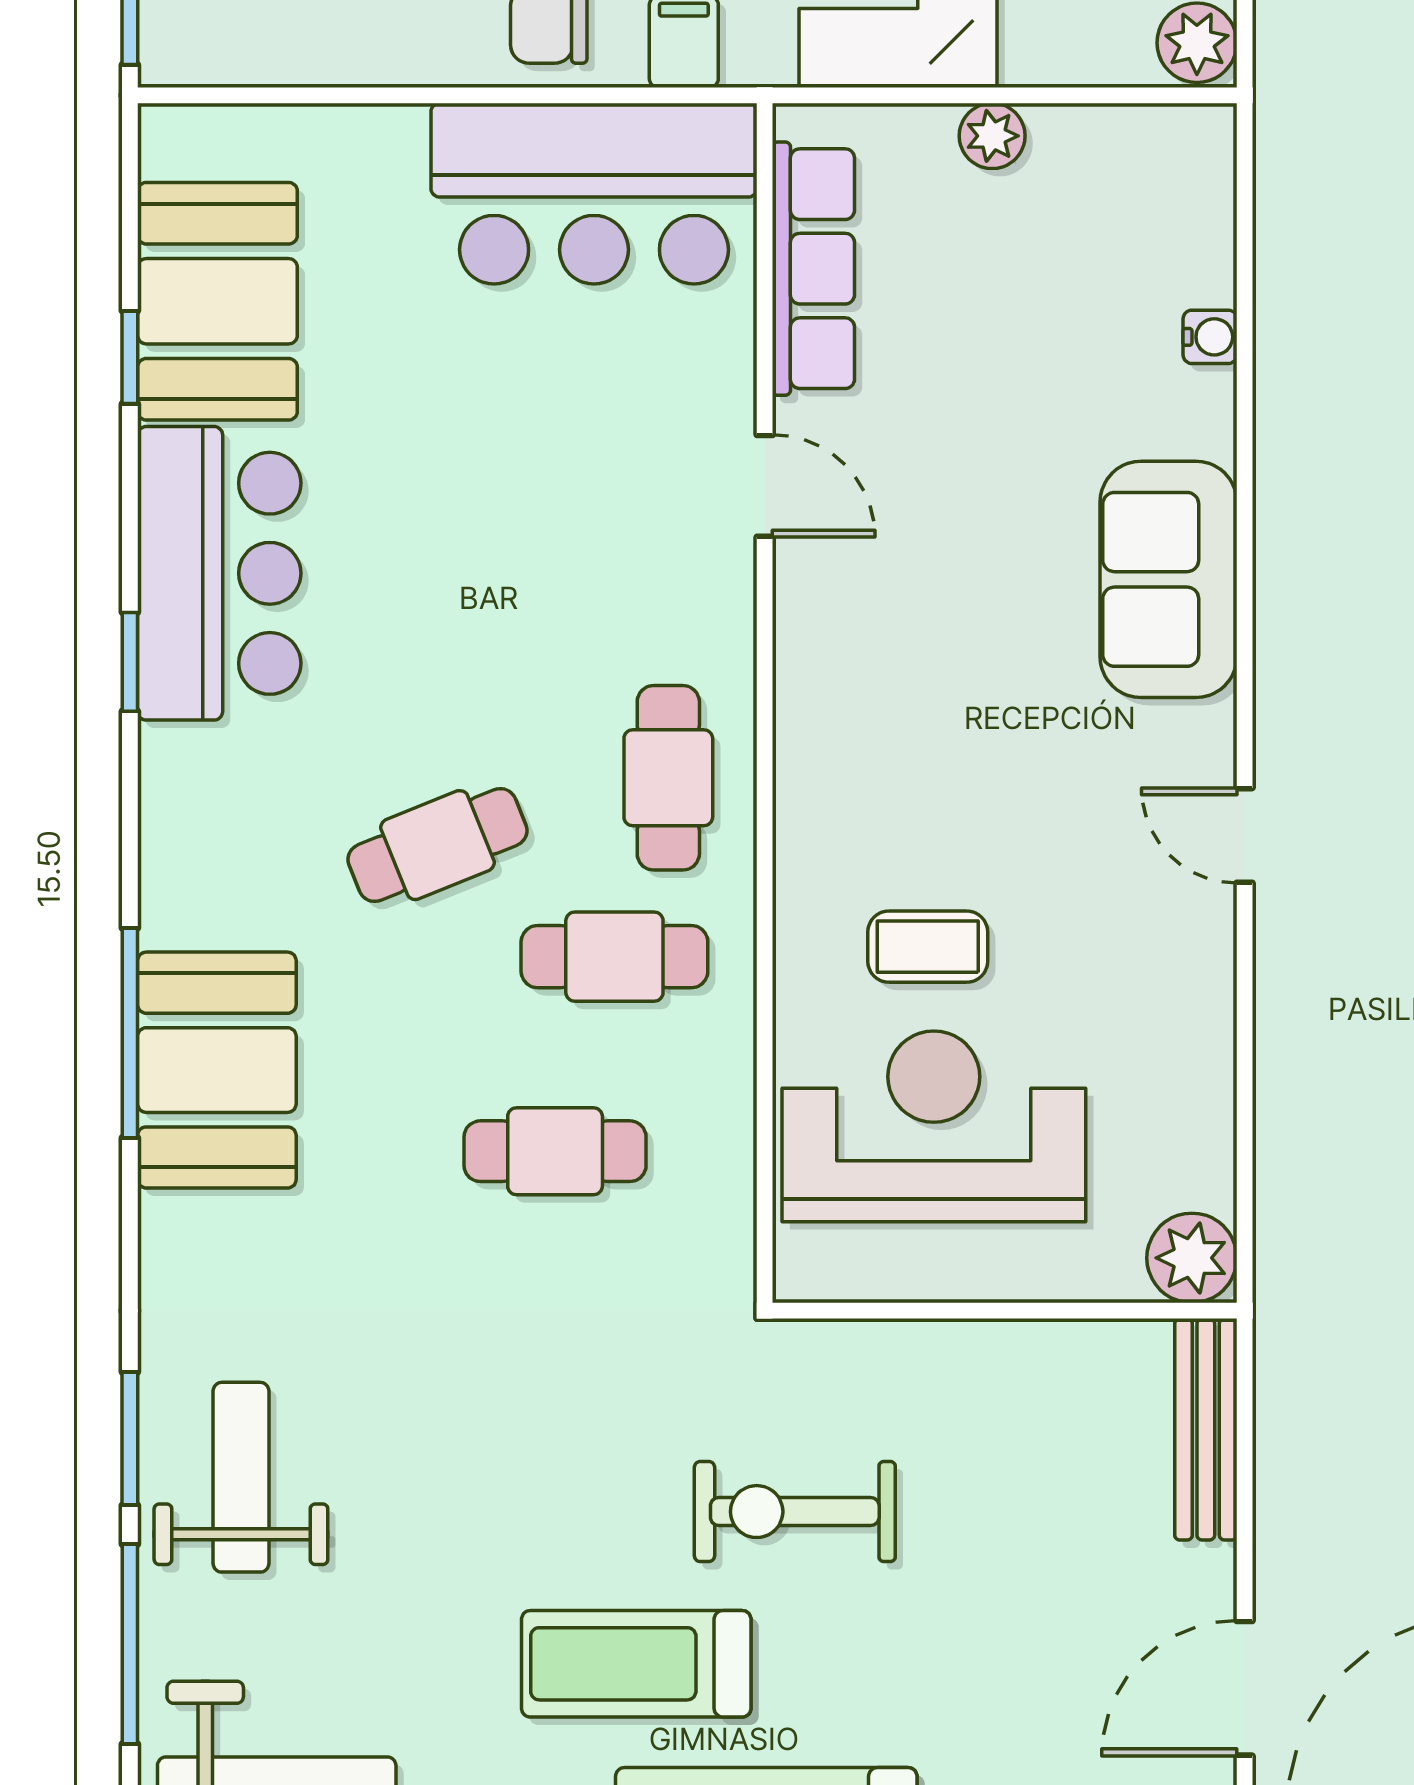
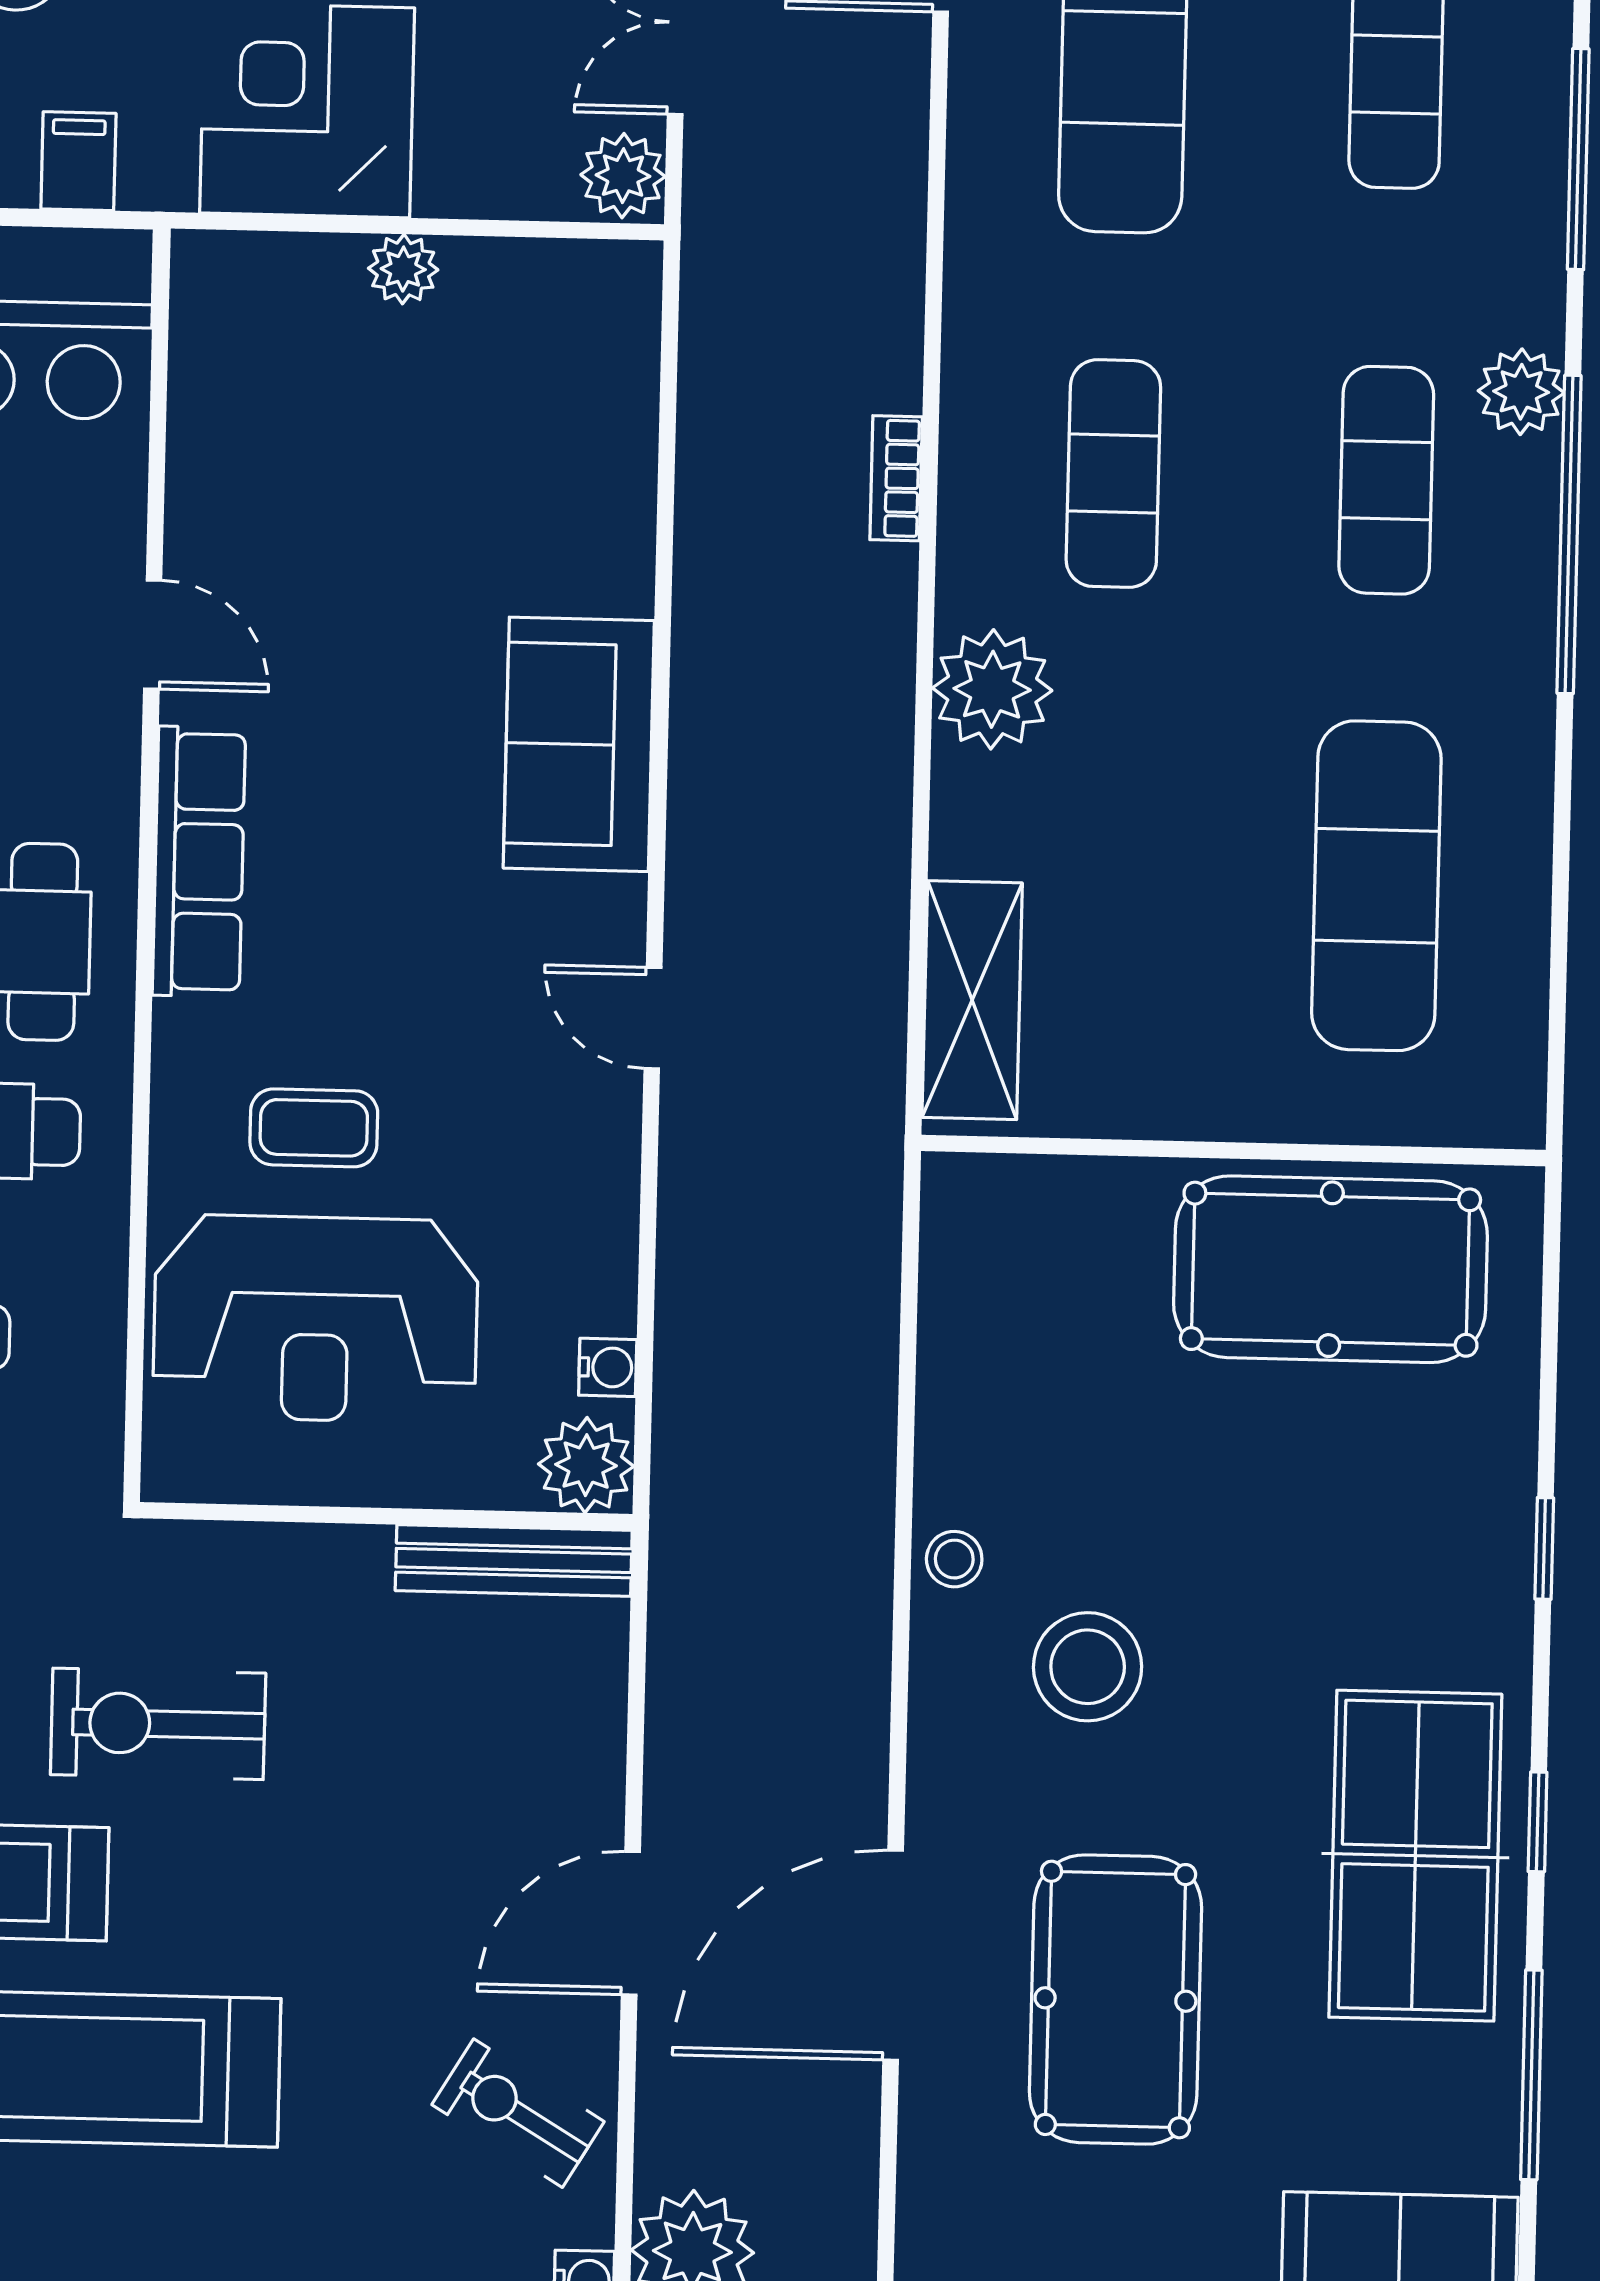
row of seats: (813, 269) -> (199, 862), moved
water cooler: (1210, 337) -> (608, 1367), moved
reception desk: (934, 1126) -> (316, 1319), turned 180
bench: (1206, 1429) -> (514, 1560), moved, turned 90

